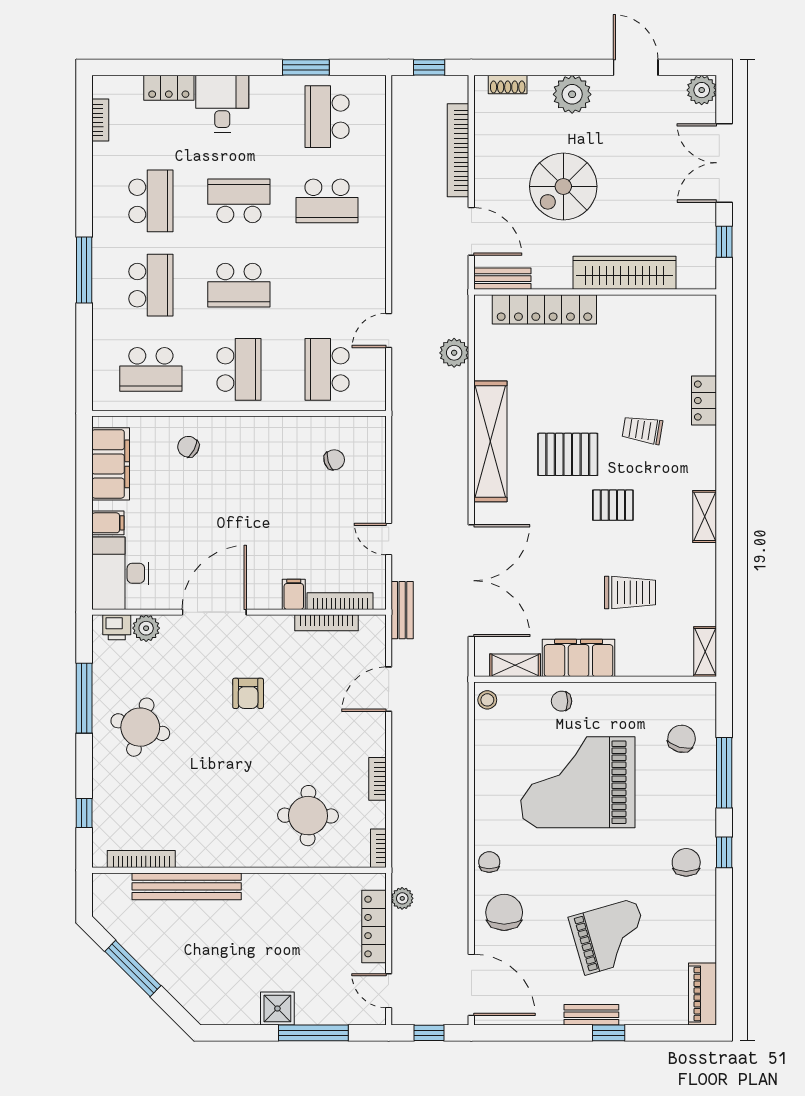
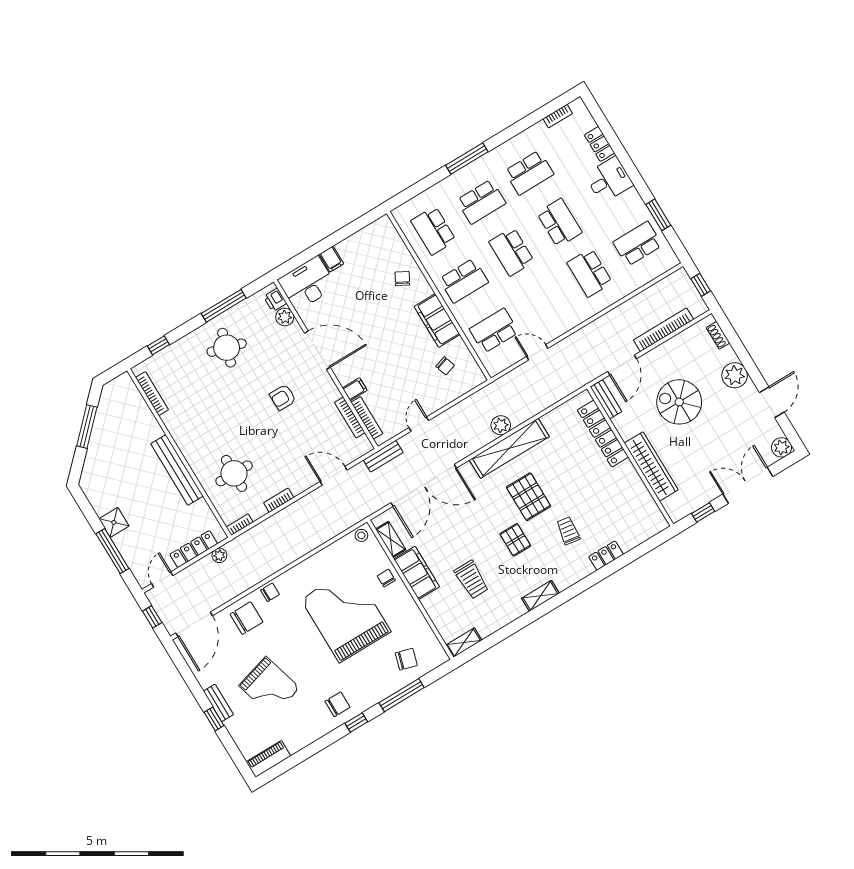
plant: (454, 353) -> (501, 425), moved
filing cabinet: (111, 464) -> (437, 321), moved, turned 90
bench: (187, 886) -> (177, 470), moved

